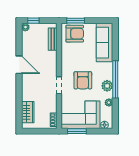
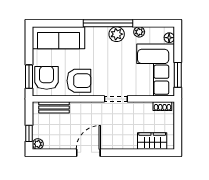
armchair: (83, 80) -> (79, 81), moved

